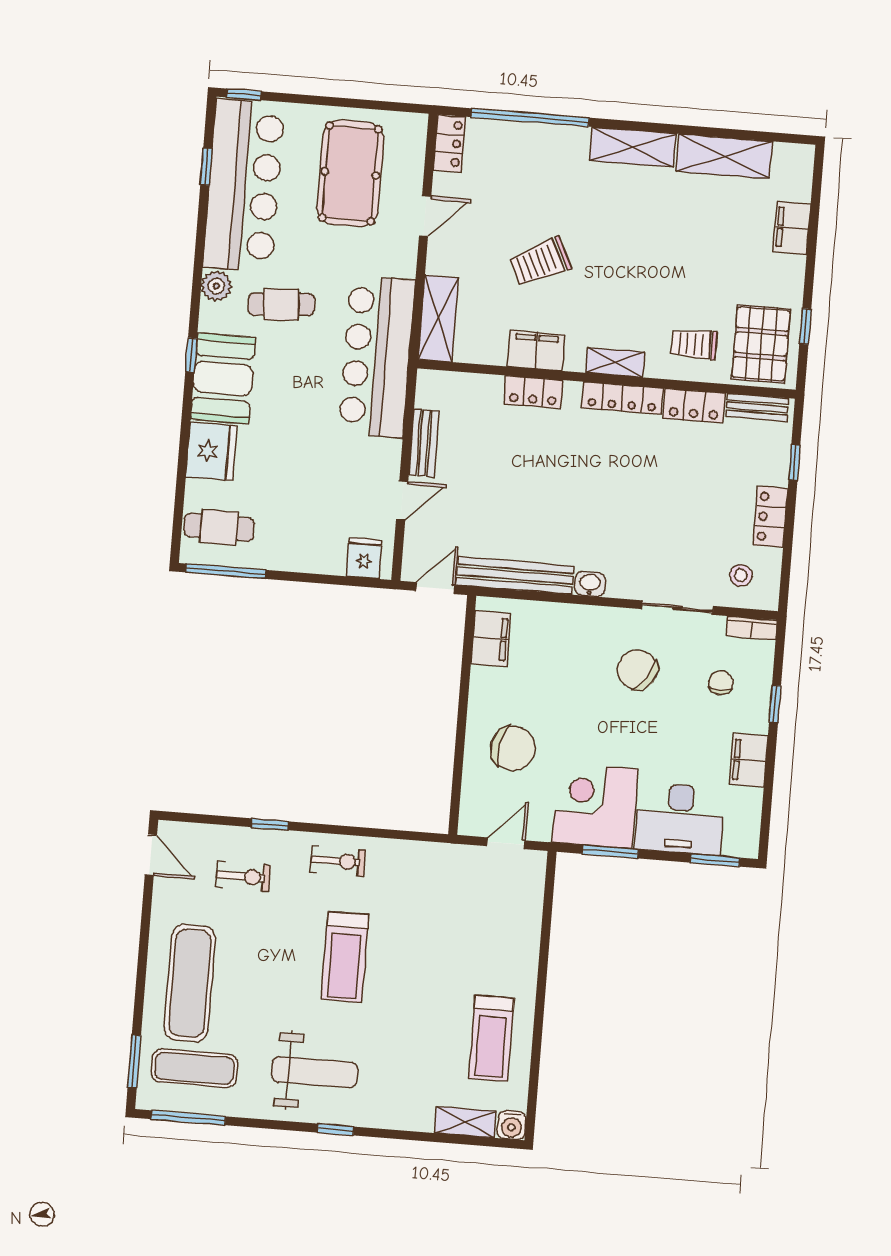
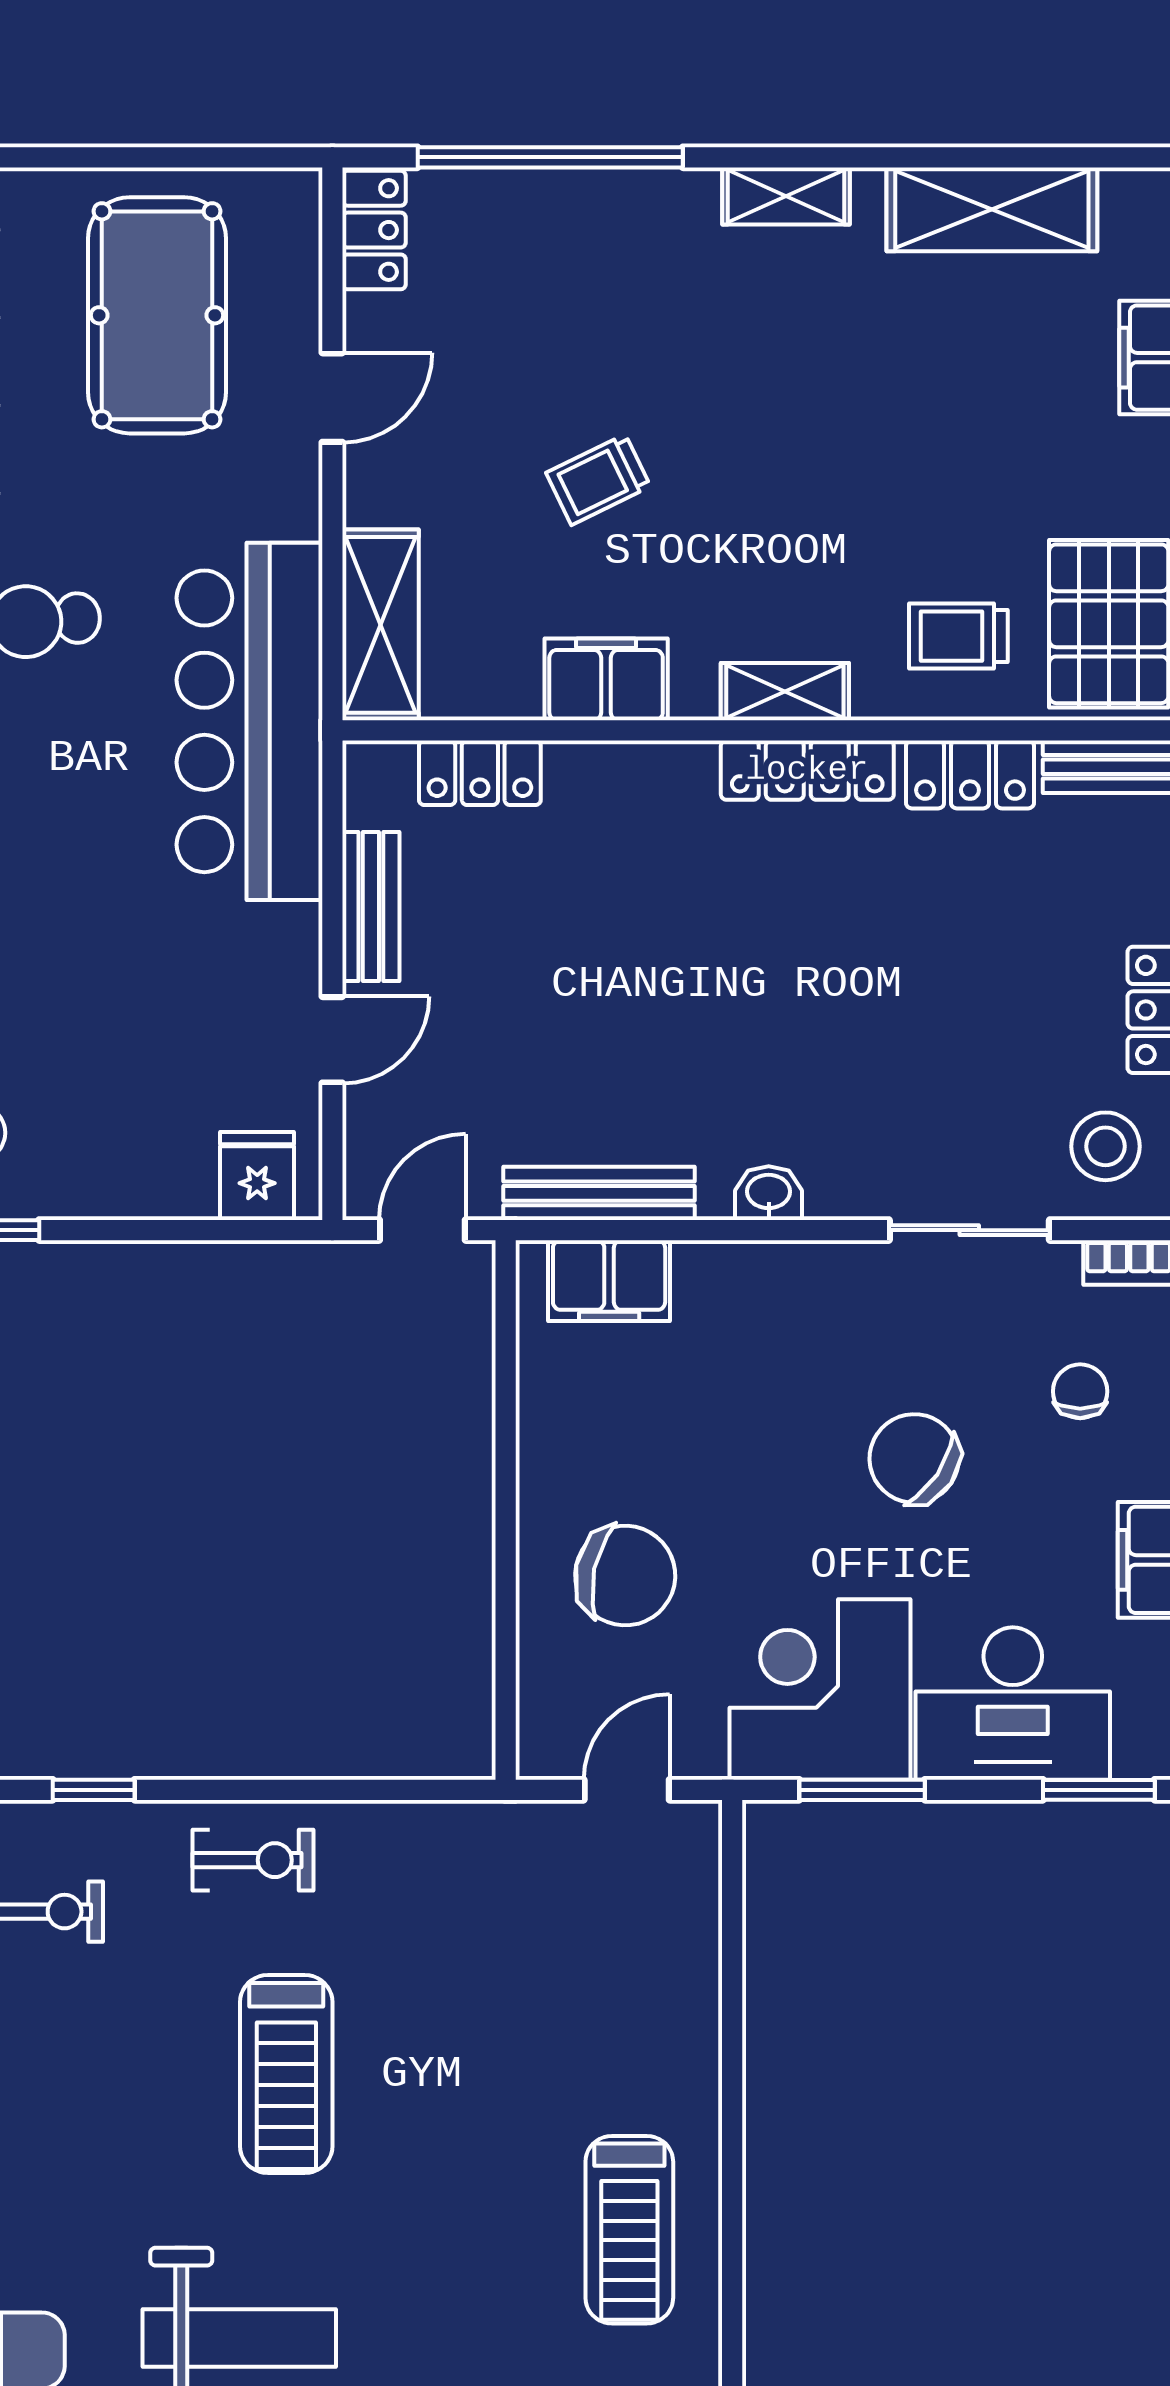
shelving: (633, 147) -> (786, 196), width x0.67, depth x0.75
trolley: (540, 262) -> (598, 480), width x0.73, depth x0.72
locker: (533, 392) -> (480, 773), moved
stool: (741, 575) -> (1105, 1146), width x1.37, depth x1.37
bench: (515, 576) -> (599, 1193), width x0.73, depth x0.82
filing cabinet: (491, 639) -> (609, 1281), moved, turned 90
chair: (637, 670) -> (914, 1458), moved

